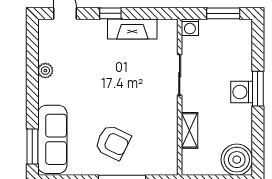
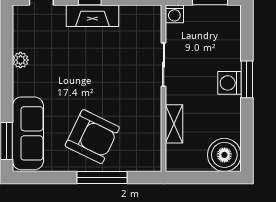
fireplace: (132, 29) -> (92, 16), moved
armchair: (113, 142) -> (92, 137), width x1.36, depth x1.36

